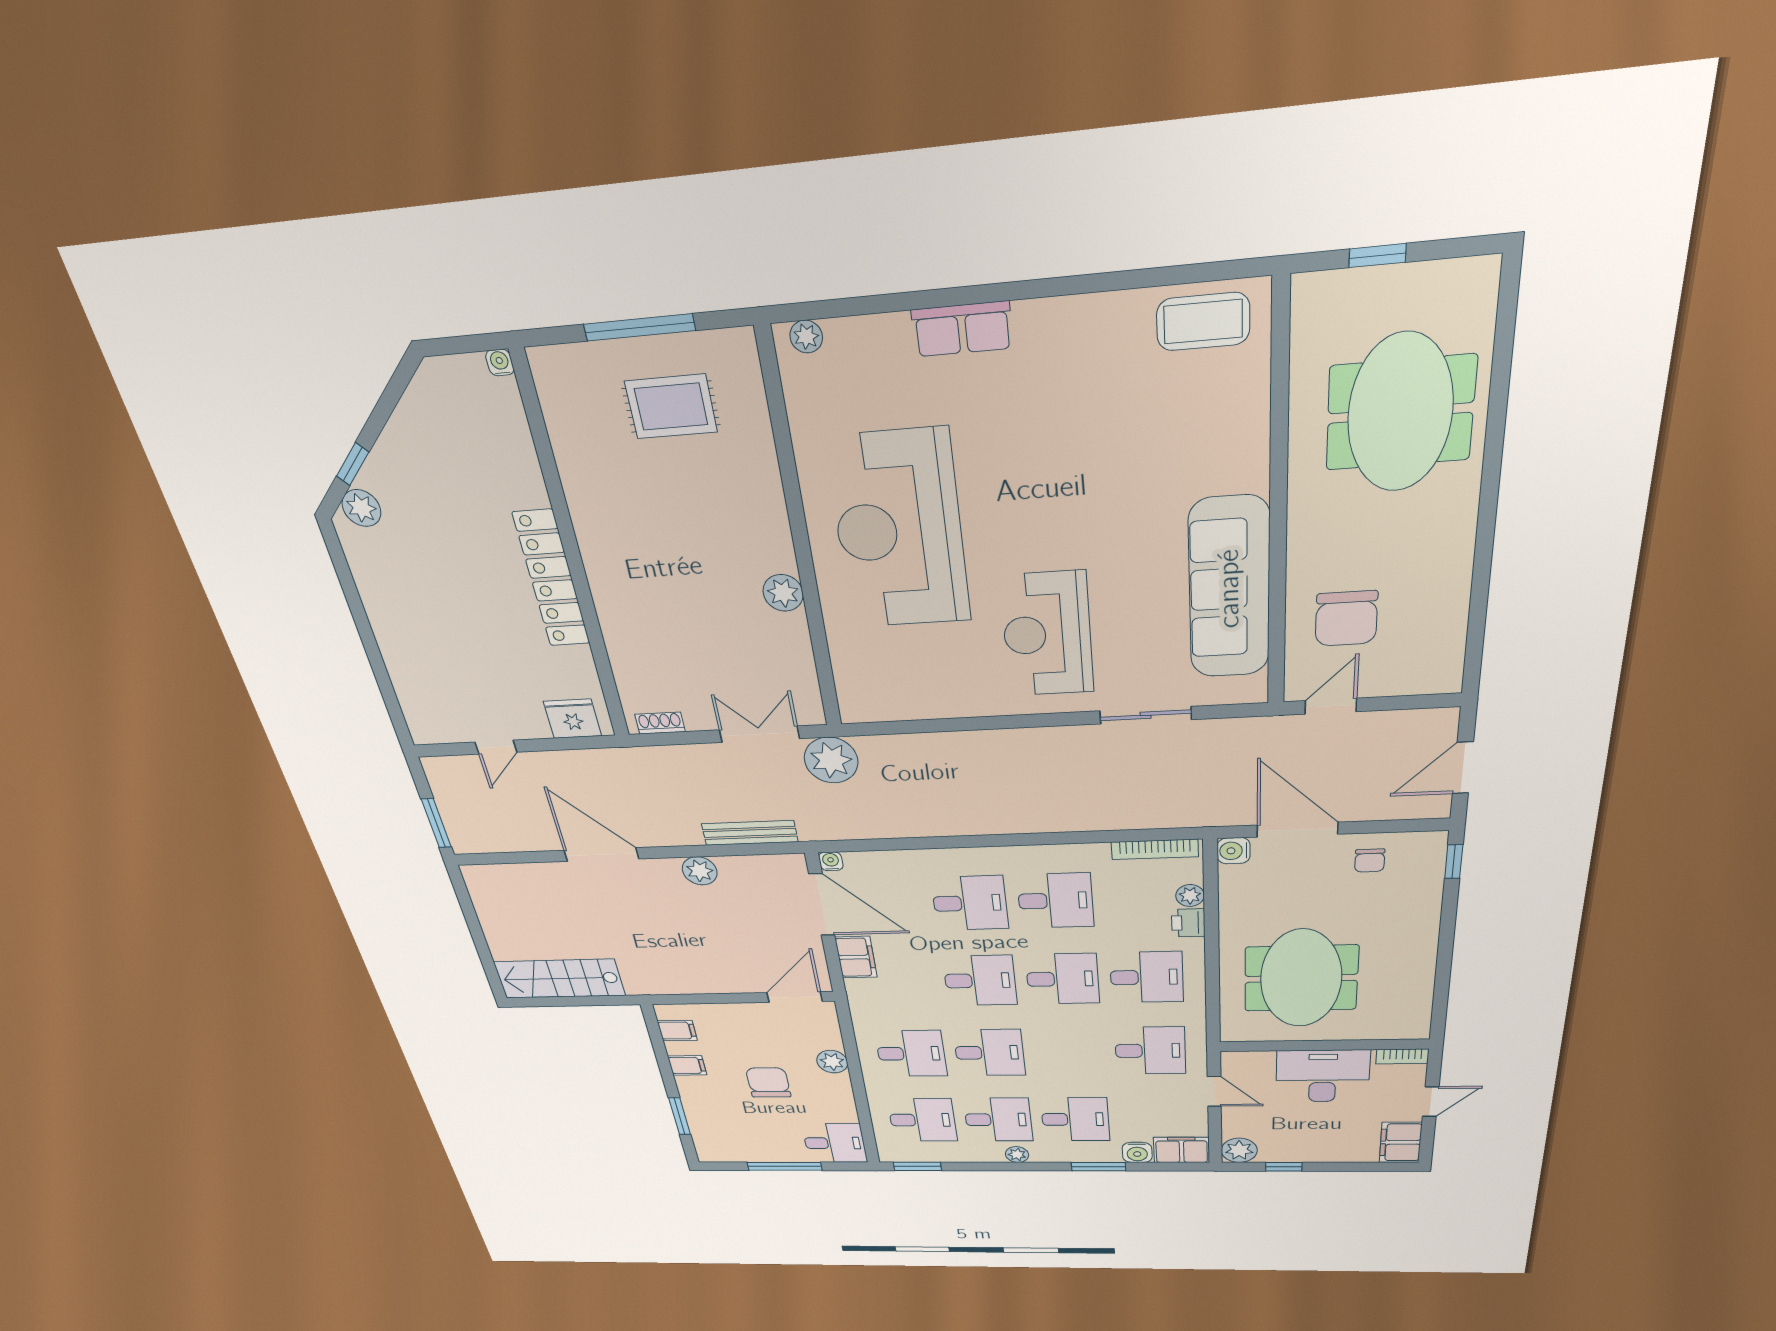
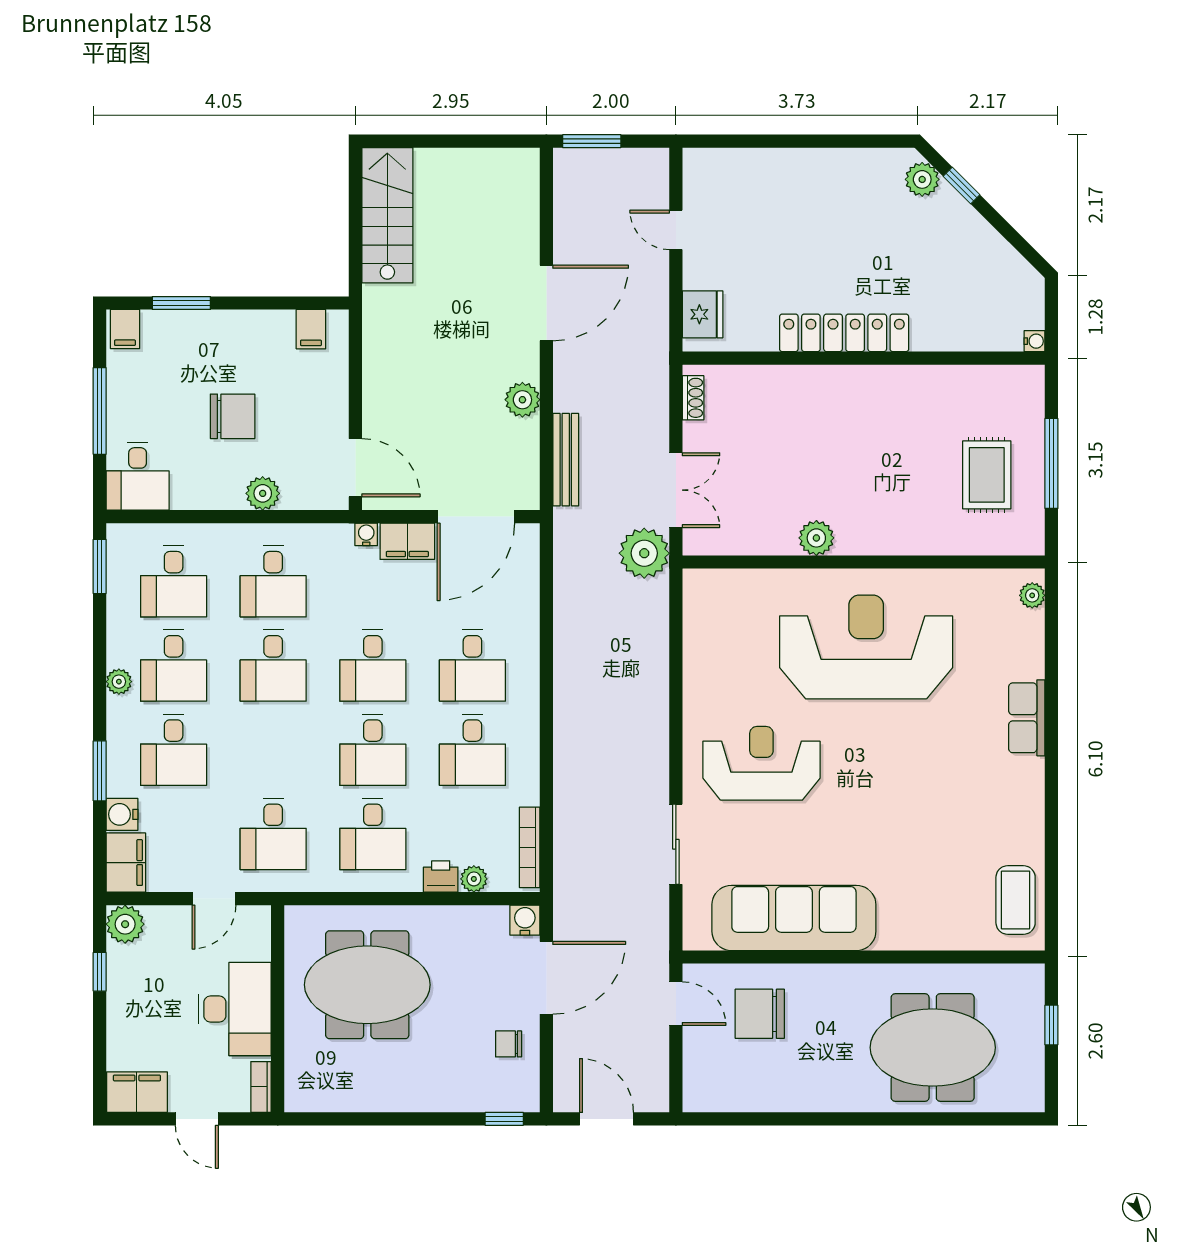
water cooler: (831, 861) -> (366, 534), moved, turned -90
filing cabinet: (687, 1065) -> (125, 329), moved

